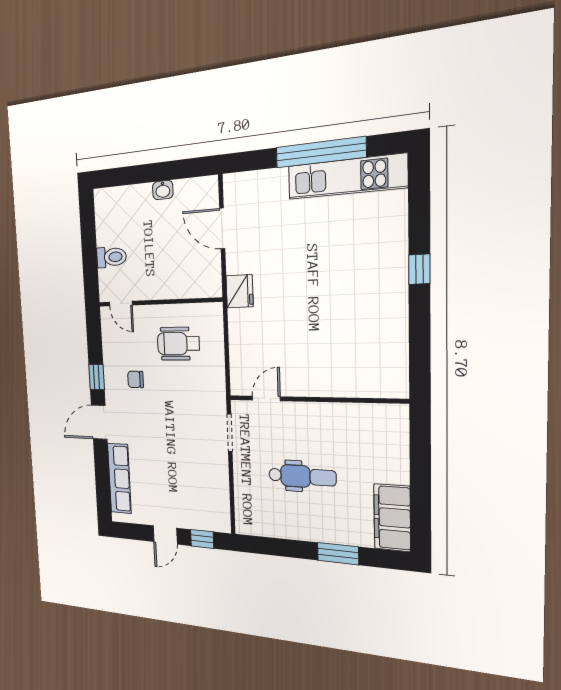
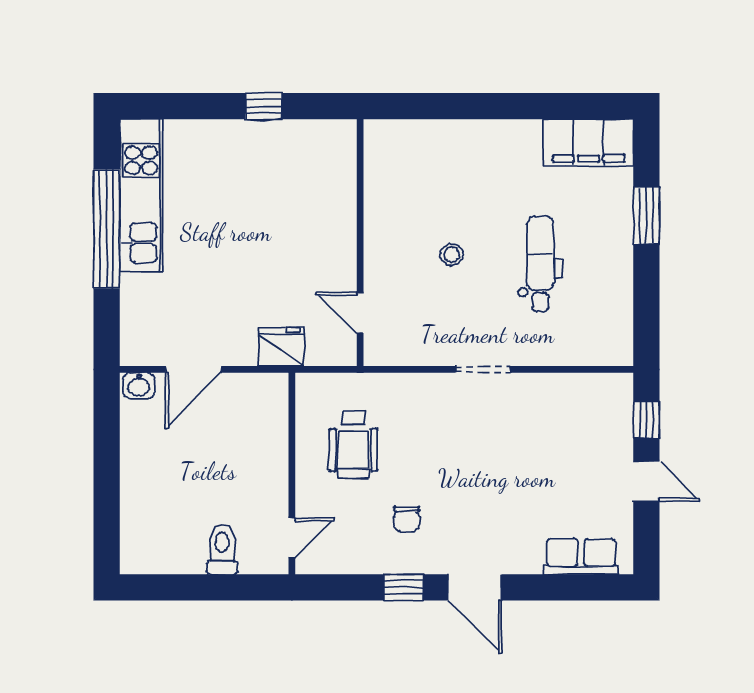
washbasin: (163, 190) -> (139, 386), moved, turned 90
door: (266, 398) -> (360, 313), moved
wall: (315, 399) -> (360, 243), moved
stool: (307, 414) -> (452, 255), added
row of seats: (119, 479) -> (581, 556), width x0.68

